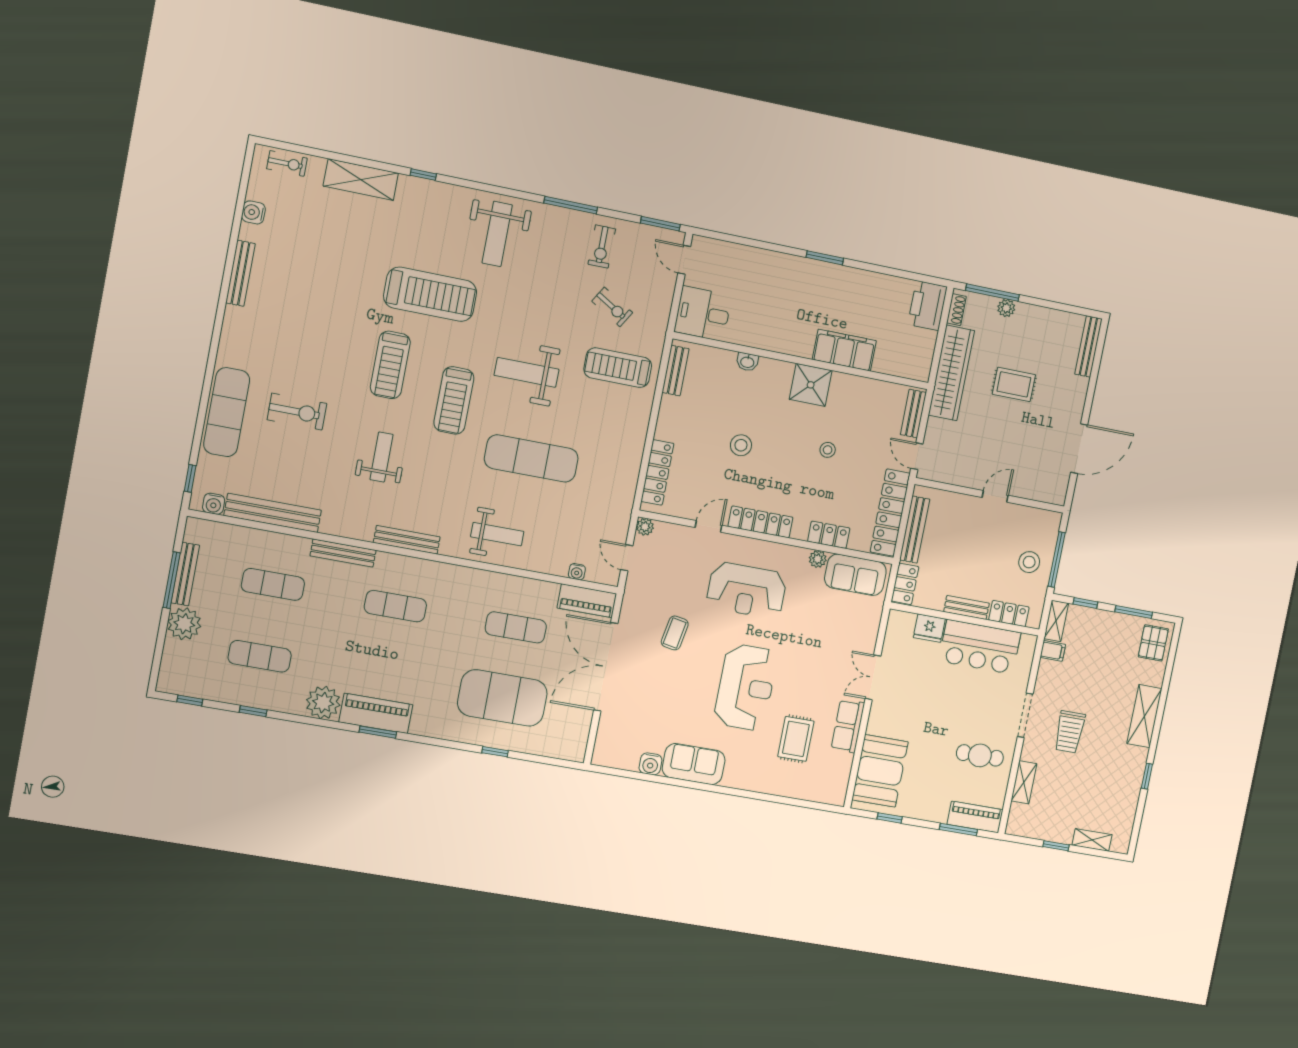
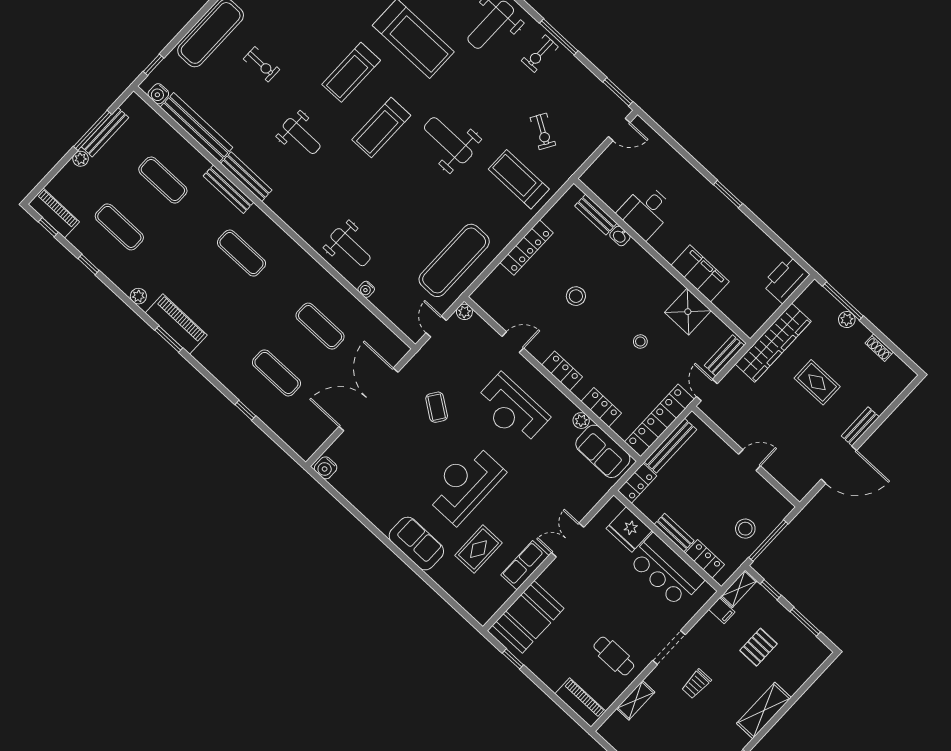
exercise bike: (602, 247) -> (540, 54), moved
door: (684, 260) -> (619, 130), swing flipped
shoe rack: (956, 310) -> (879, 348), moved, turned 90
desk: (703, 313) -> (646, 211), moved, turned -90
bench: (1088, 346) -> (860, 426), moved, width x0.73
bench: (675, 371) -> (596, 215), moved, turned 90
shower: (811, 385) -> (688, 312), moved
exercise bike: (297, 412) -> (261, 64), width x0.73, depth x0.72
weight bench: (381, 457) -> (302, 136), turned 90
exercise mat: (531, 458) -> (454, 260), moved, turned 90
locker: (657, 472) -> (527, 248), moved
locker: (761, 522) -> (562, 371), width x0.66
bench: (407, 540) -> (246, 177), moved
water cooler: (577, 572) -> (366, 289), moved
piano: (587, 601) -> (54, 213), moved, turned 180
plant: (184, 624) -> (81, 159), width x0.53, depth x0.53
fridge: (929, 628) -> (629, 530), width x1.36, depth x1.34
coffee table: (675, 633) -> (437, 407), turned -65
pallet: (1153, 643) -> (758, 647), moved
reception desk: (746, 687) -> (465, 484), turned 180
exercise mat: (502, 698) -> (276, 373), width x0.50, depth x0.69
plant: (323, 703) -> (138, 296), width x0.53, depth x0.53
trolley: (1070, 732) -> (696, 684), width x0.73, depth x0.72
water cooler: (650, 764) -> (326, 468), moved
sofa: (694, 764) -> (416, 544), moved
window: (958, 829) -> (561, 704), removed

